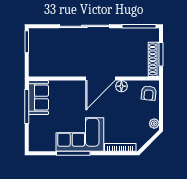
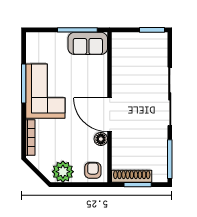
armchair: (149, 93) -> (93, 170), turned 84
plant: (154, 124) -> (63, 172), width x1.88, depth x1.88

